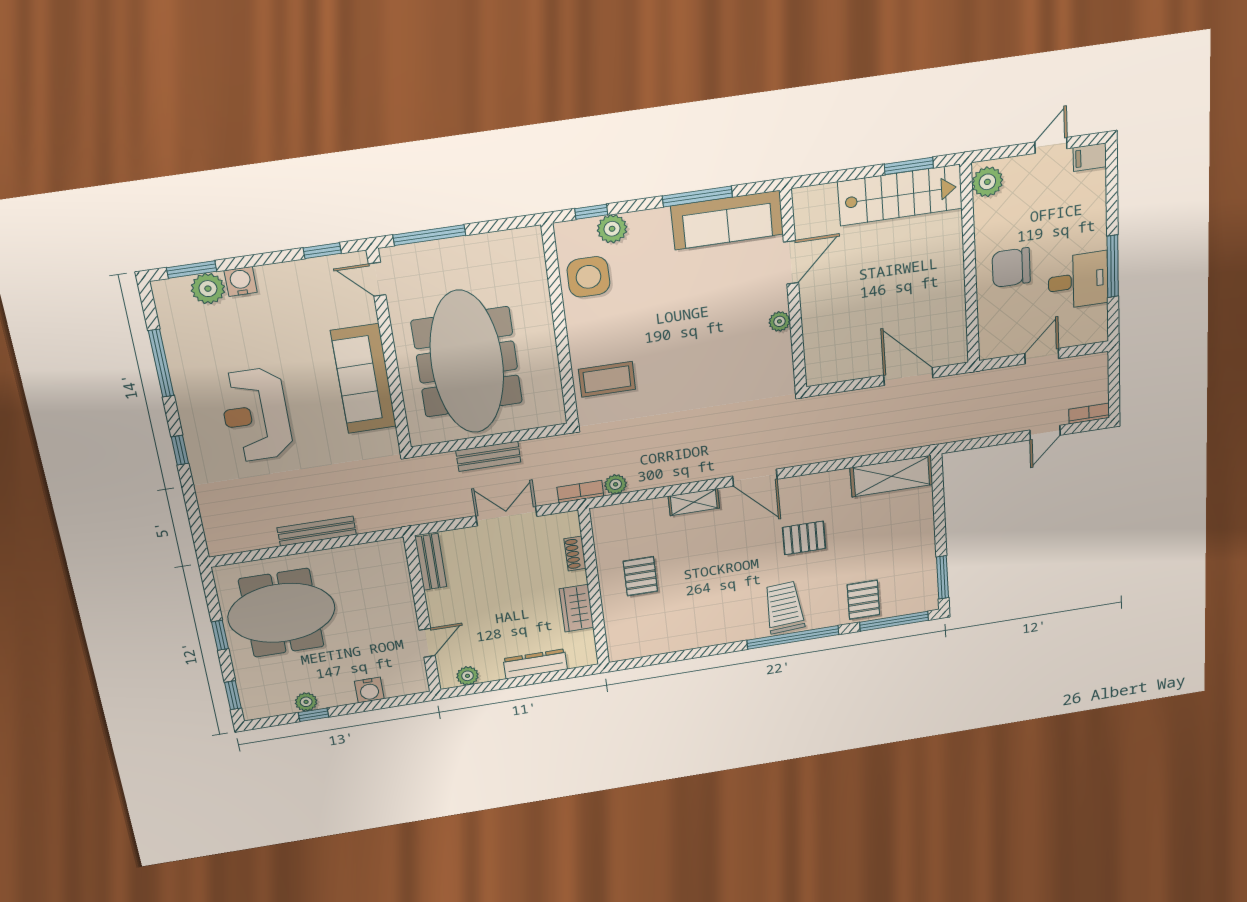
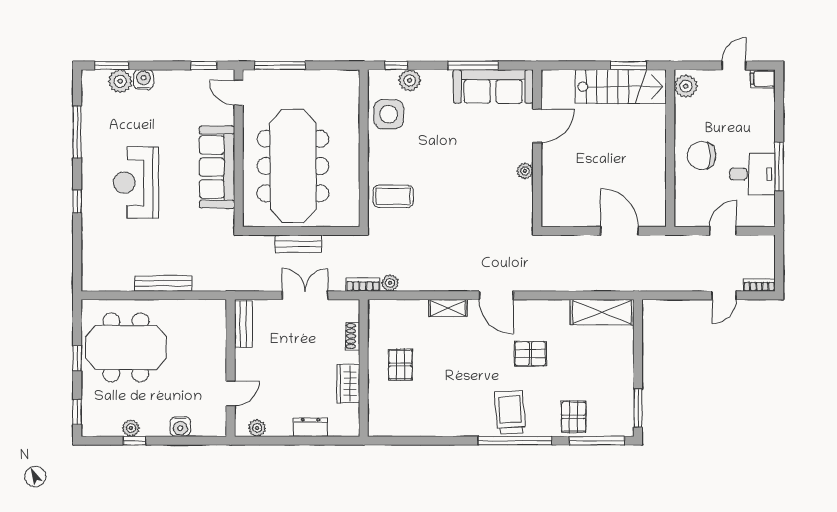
dresser: (535, 664) -> (311, 427), width x0.70

